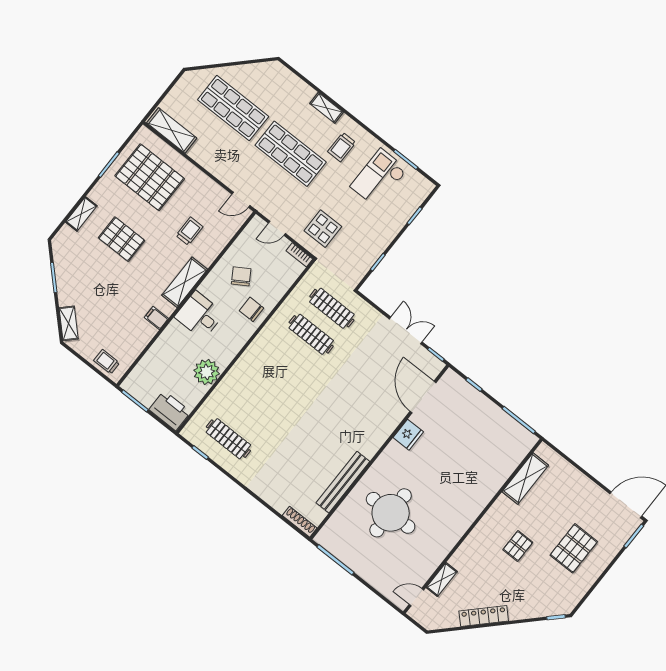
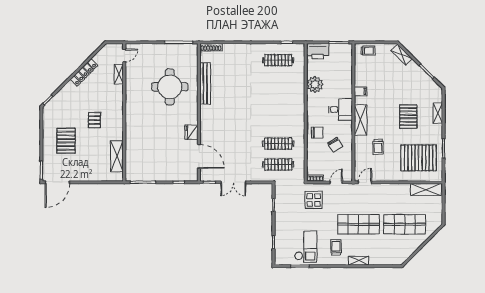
pallet: (122, 239) -> (408, 117), turned 90

